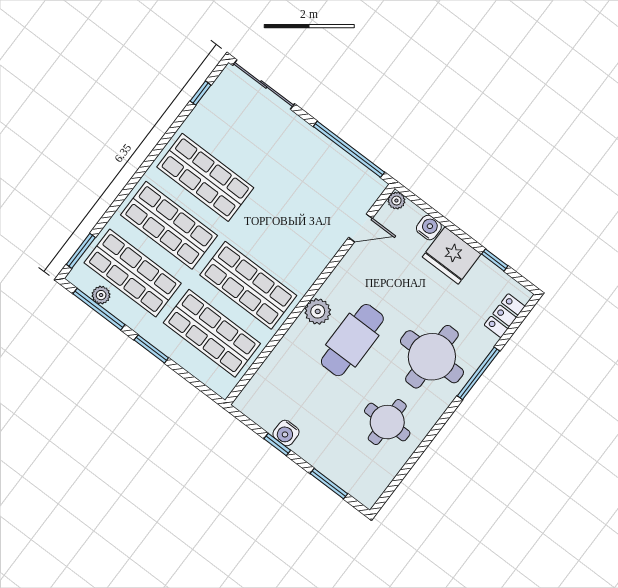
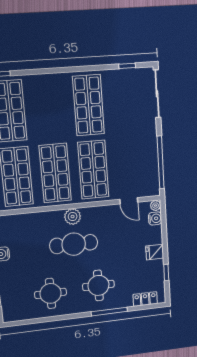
shop shelf: (169, 225) -> (93, 170), moved
water cooler: (429, 228) -> (155, 218), moved
fridge: (452, 256) -> (155, 252), width x0.53, depth x0.75
round table: (432, 357) -> (98, 285), width x0.73, depth x0.73

